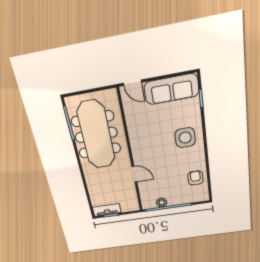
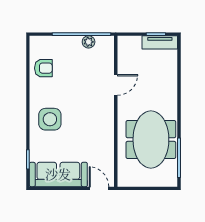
meeting table: (96, 135) -> (151, 140), width x0.73
door: (134, 174) -> (116, 85), swing flipped
armchair: (195, 178) -> (43, 68), turned -90

